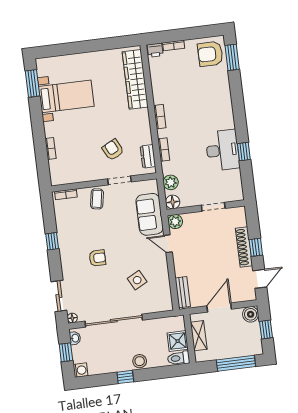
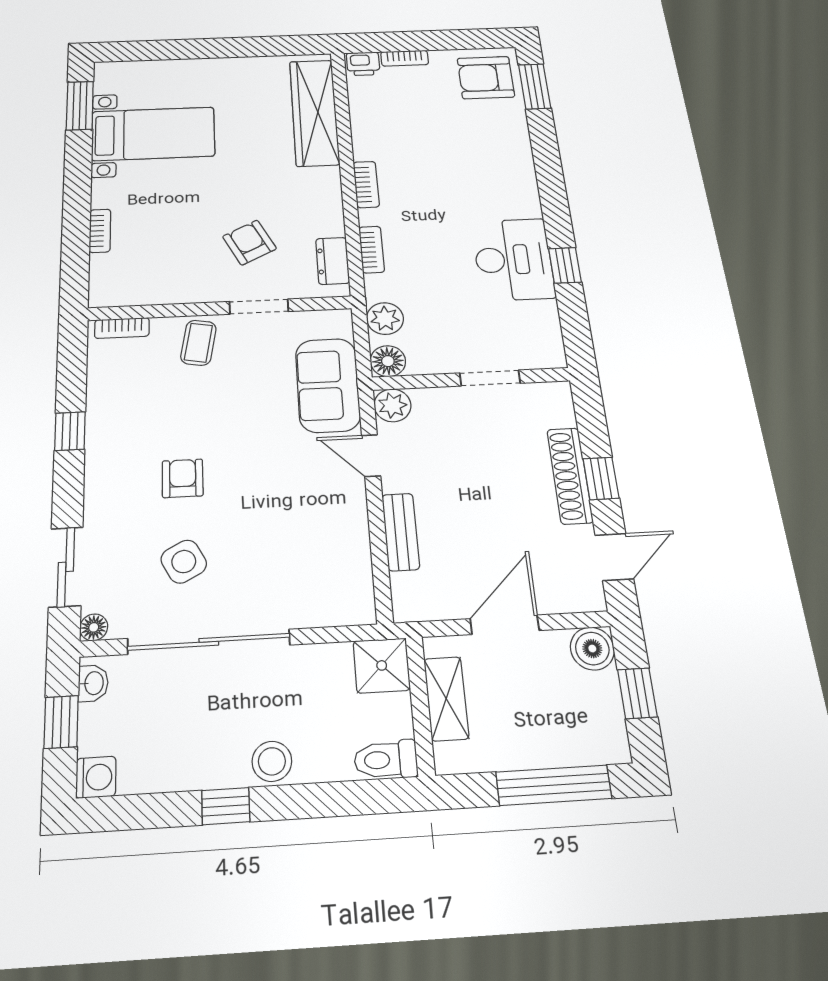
armchair: (97, 258) -> (183, 478), turned -90
side table: (137, 280) -> (184, 562), moved
bench: (183, 292) -> (401, 532), moved
shower: (178, 341) -> (382, 665), moved

